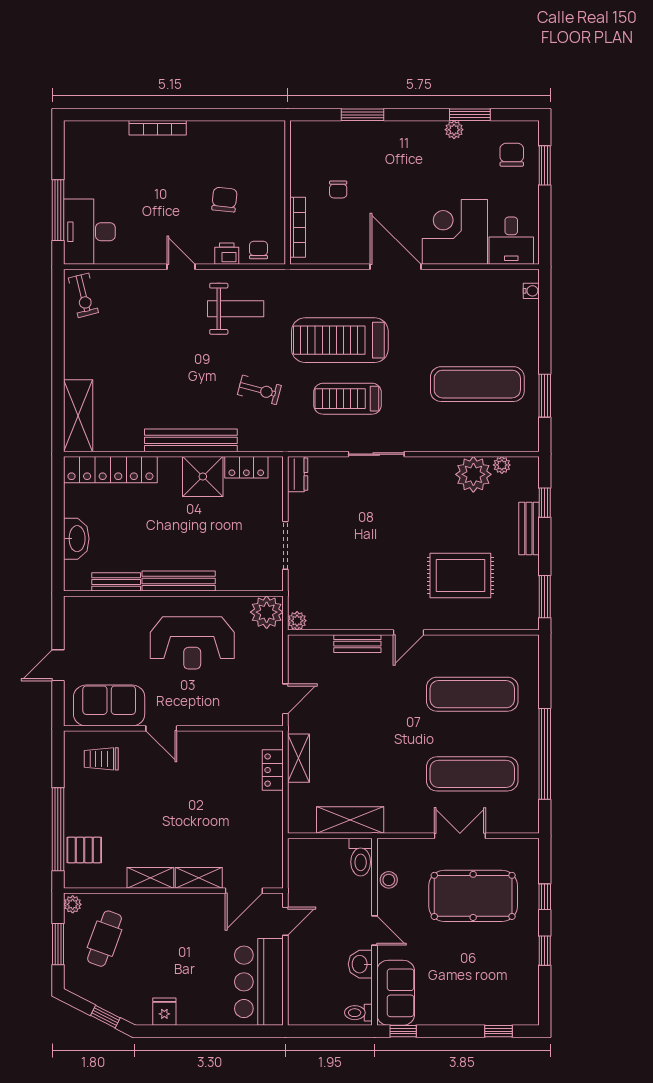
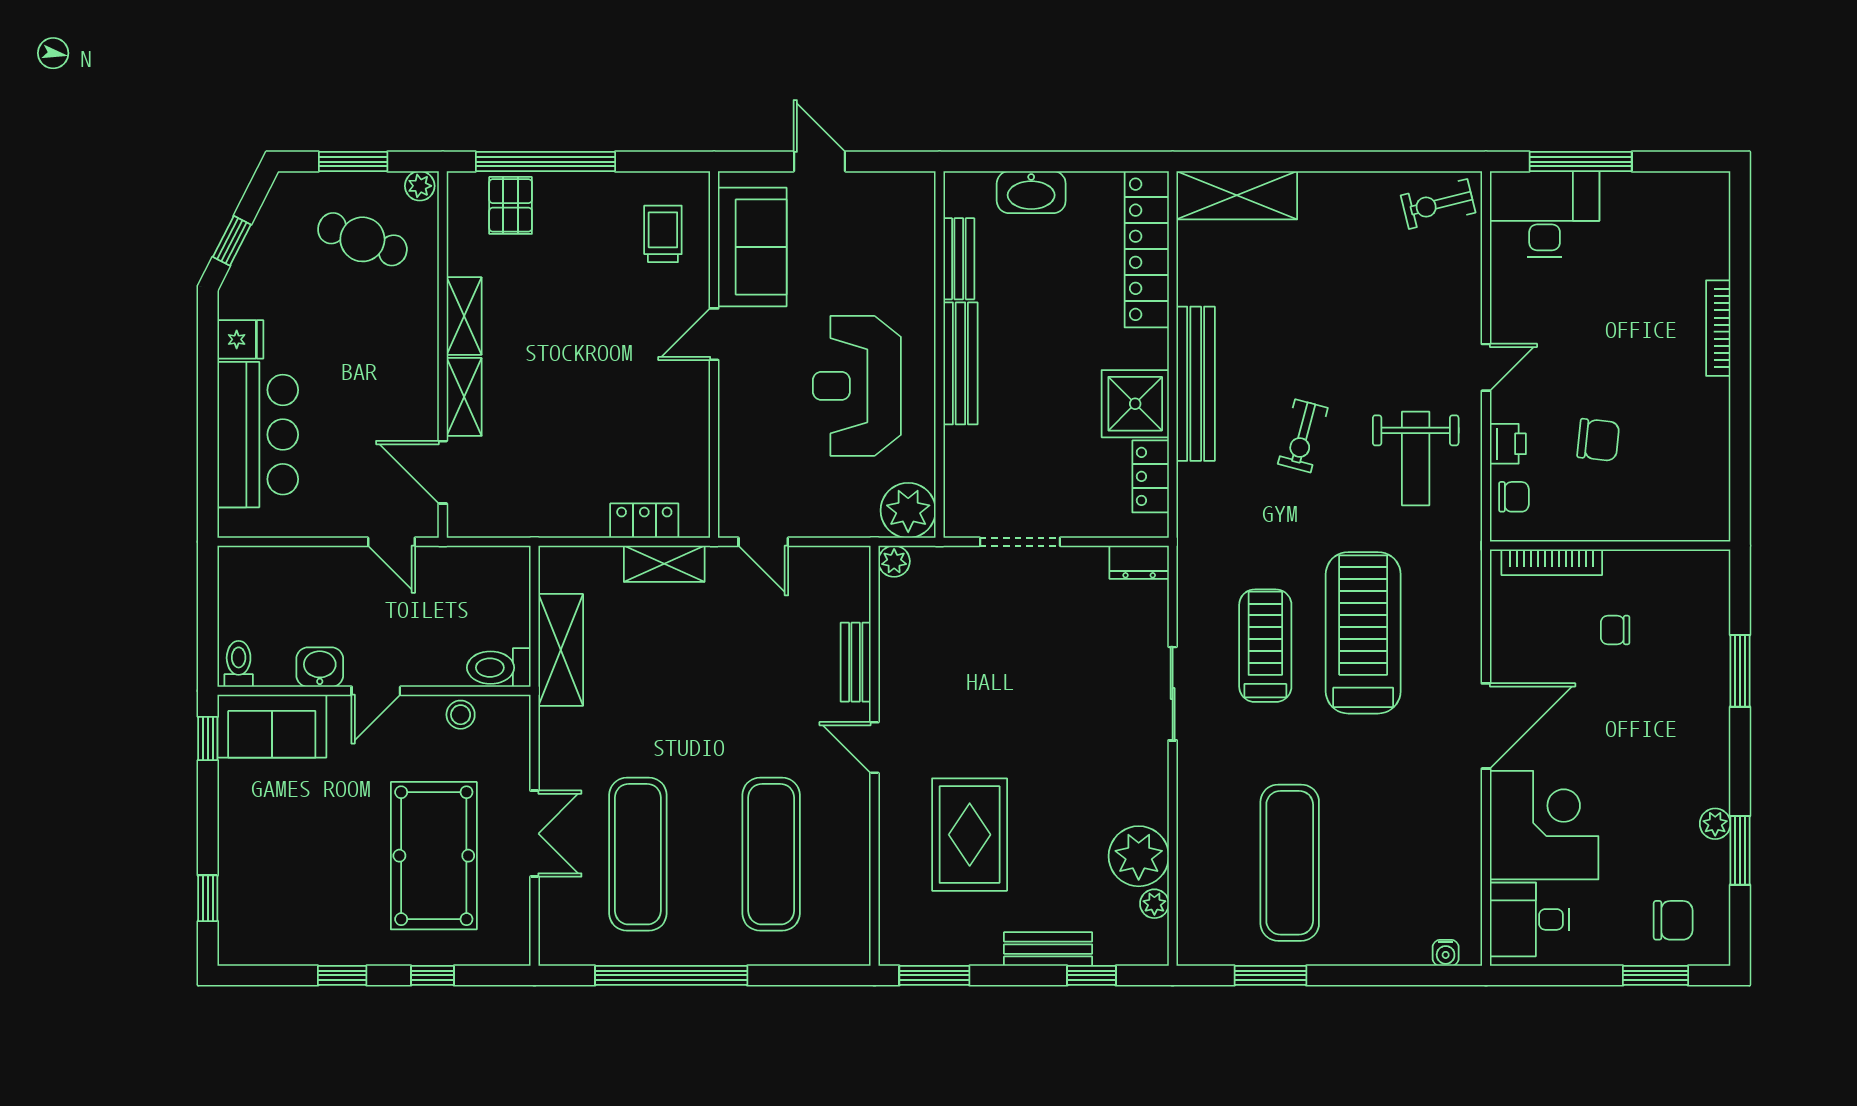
exercise bike: (259, 390) -> (1303, 436), moved
bar counter: (259, 982) -> (258, 435), moved, turned 90

